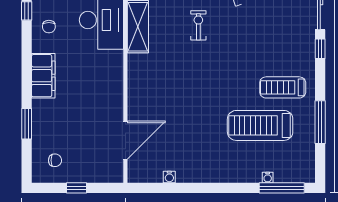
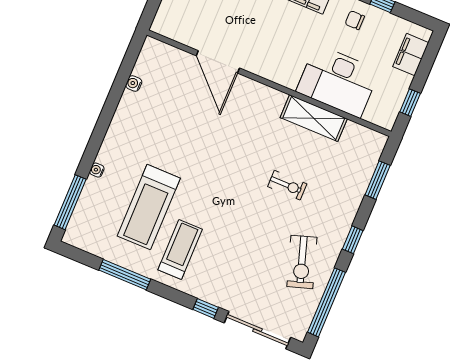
treadmill: (260, 125) -> (149, 207), turned 180
door: (125, 140) -> (218, 62), moved
water cooler: (268, 178) -> (97, 170), moved

